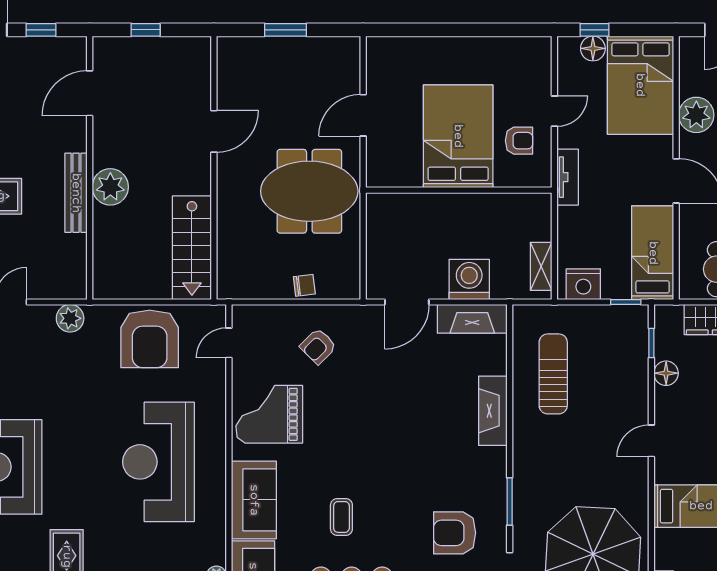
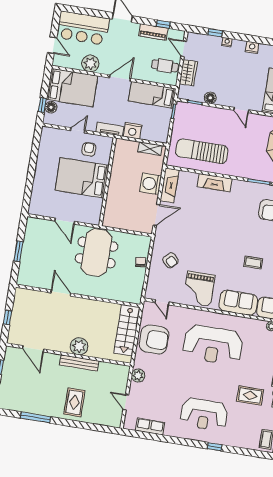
door: (554, 111) -> (78, 130), hinge flipped
stairs: (192, 248) -> (127, 330), moved, turned 90
nightstand: (583, 284) -> (133, 131), moved, turned 90
door: (407, 302) -> (156, 215), hinge flipped
sun lounger: (553, 374) -> (202, 151), width x1.36, depth x1.34

